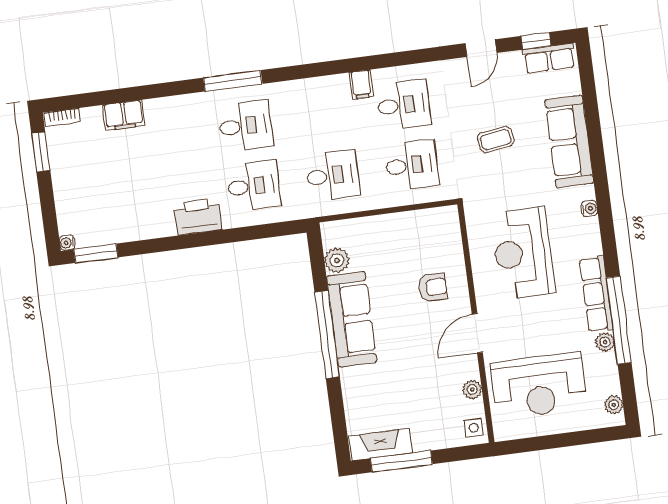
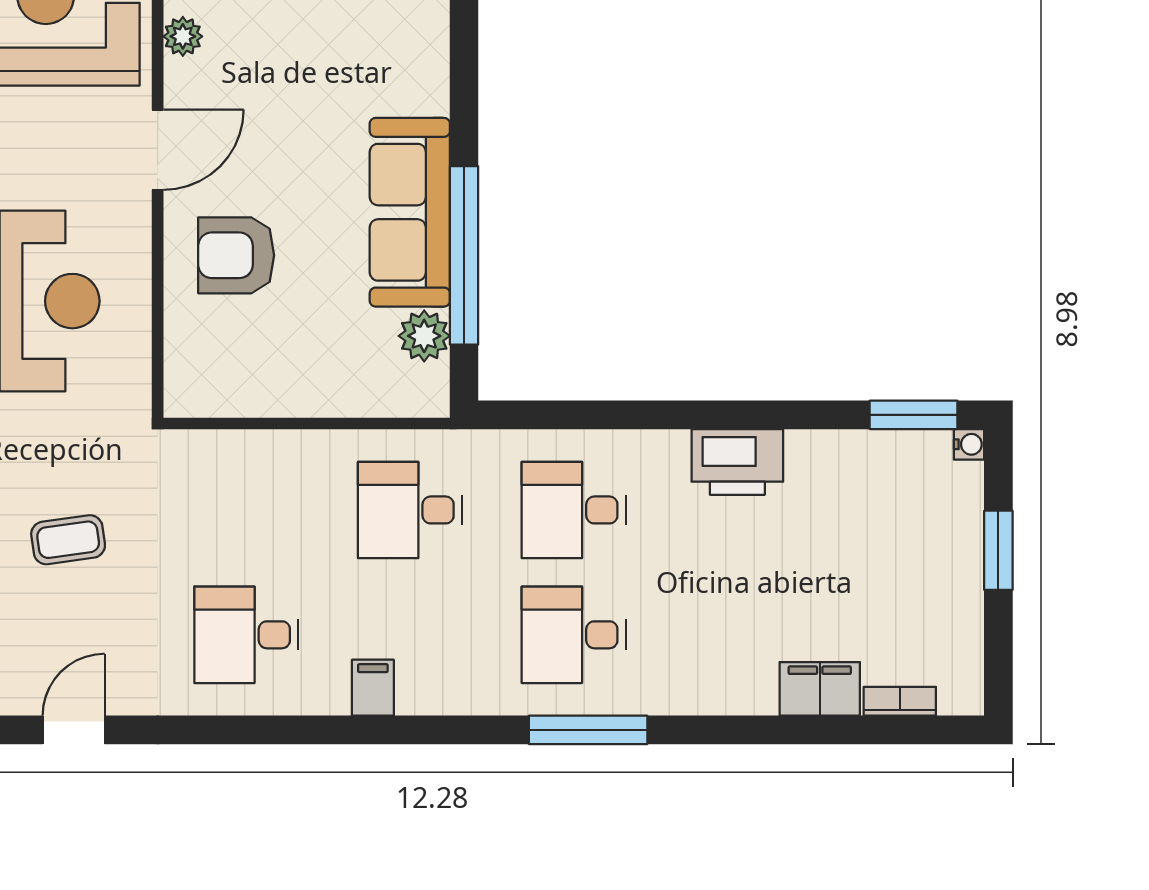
filing cabinet: (361, 85) -> (373, 688), moved
bookcase: (62, 117) -> (900, 701), moved
window: (41, 152) -> (998, 550), moved
desk: (412, 165) -> (246, 510), removed
printer: (198, 217) -> (737, 462), moved
armchair: (433, 287) -> (236, 255), width x1.38, depth x1.38
window: (327, 335) -> (464, 255), moved

